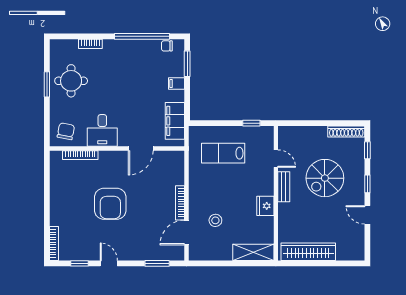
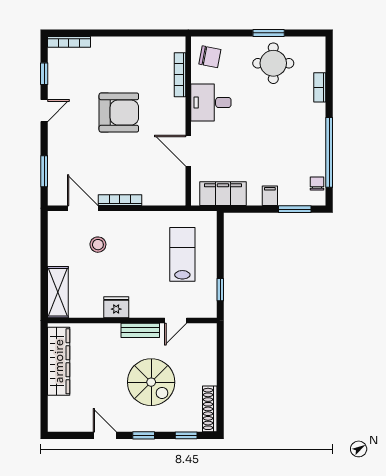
spiral stairs: (325, 178) -> (151, 382), turned 180
armchair: (110, 204) -> (119, 113), turned 180
door: (367, 215) -> (105, 435), hinge flipped

